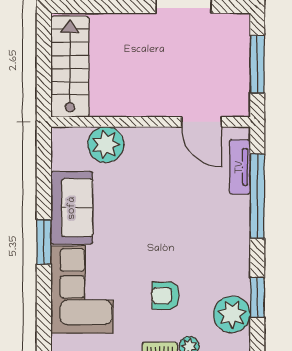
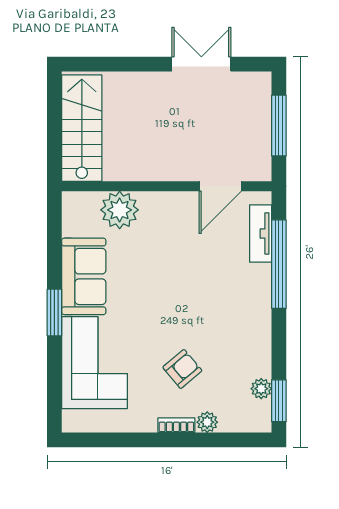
door: (202, 122) -> (220, 186), hinge flipped
armchair: (165, 296) -> (182, 369), turned 140
window: (257, 297) -> (279, 401), moved
plant: (232, 314) -> (261, 389), width x0.53, depth x0.53

